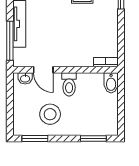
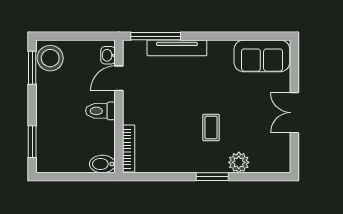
bookcase: (106, 62) -> (129, 149), width x1.56
stool: (50, 114) -> (50, 58), moved

